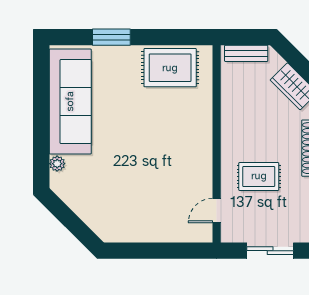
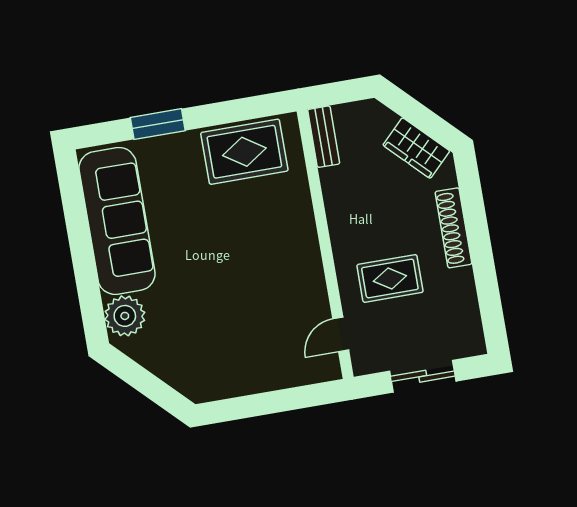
bench: (246, 53) -> (324, 137), moved, turned 90
plant: (57, 164) -> (125, 316), width x1.88, depth x1.88

